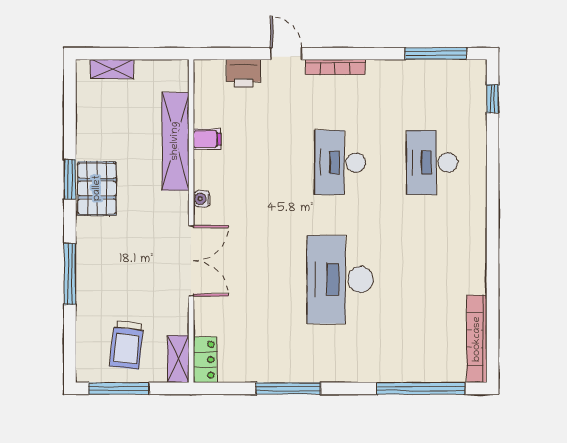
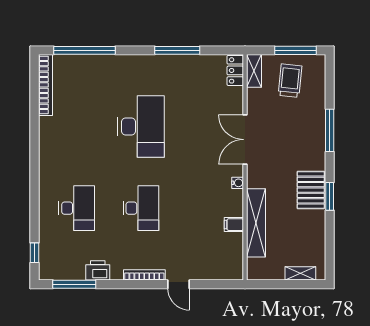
printer: (244, 73) -> (98, 270), moved

